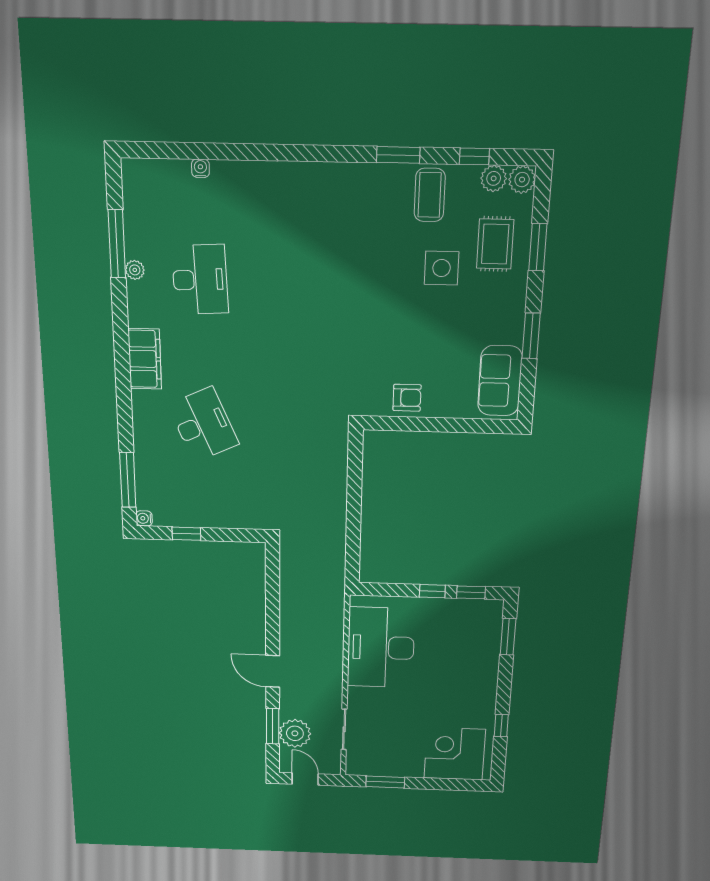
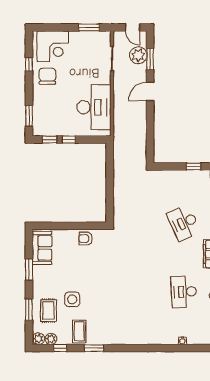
door: (273, 671) -> (150, 91), swing flipped
chair: (468, 704) -> (47, 76), added

